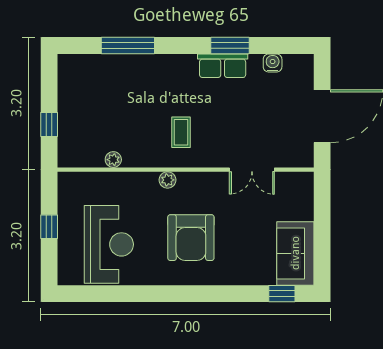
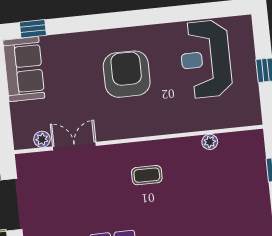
coffee table: (181, 132) -> (147, 175), turned 90
plant: (168, 180) -> (42, 139), moved

